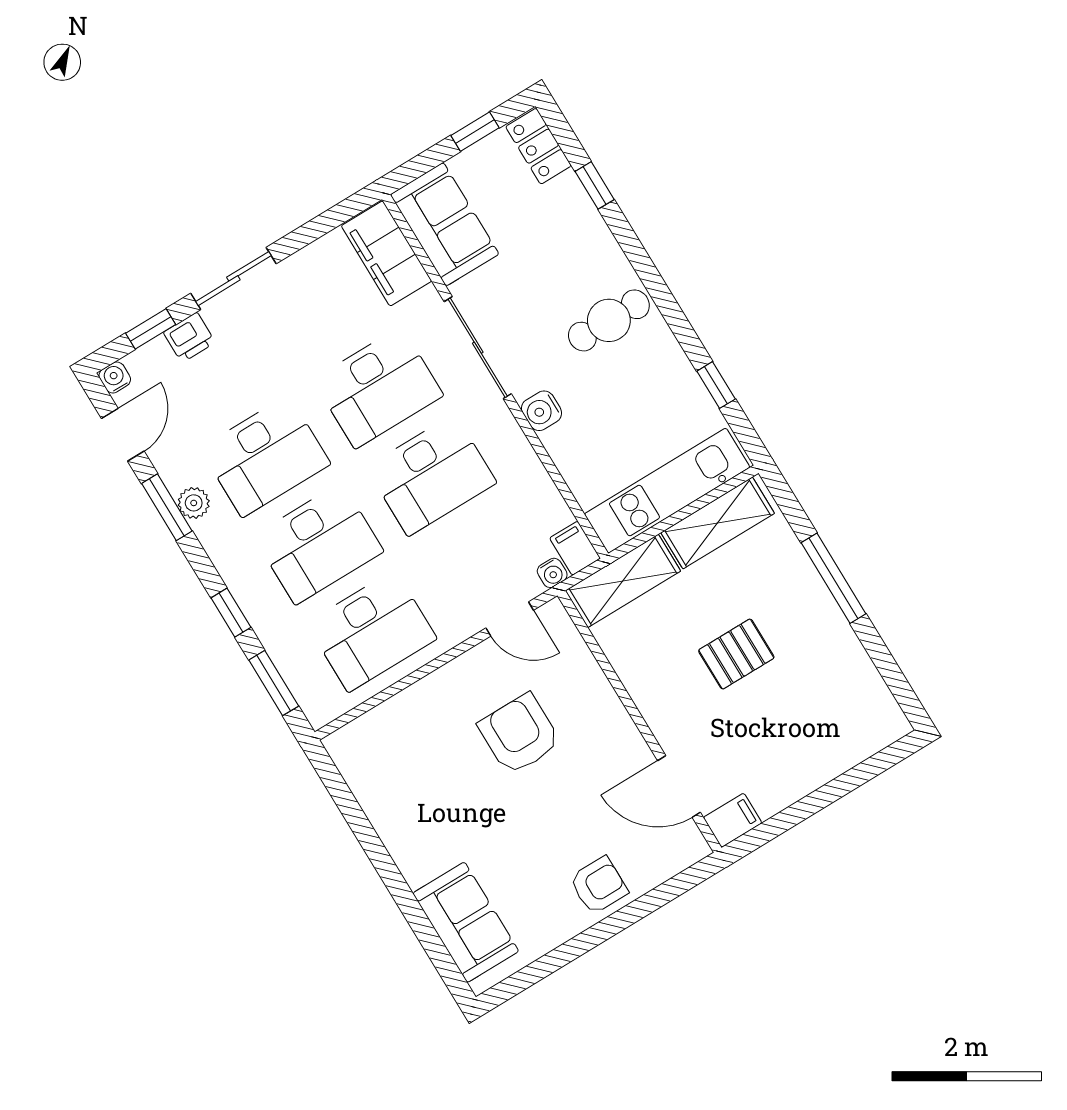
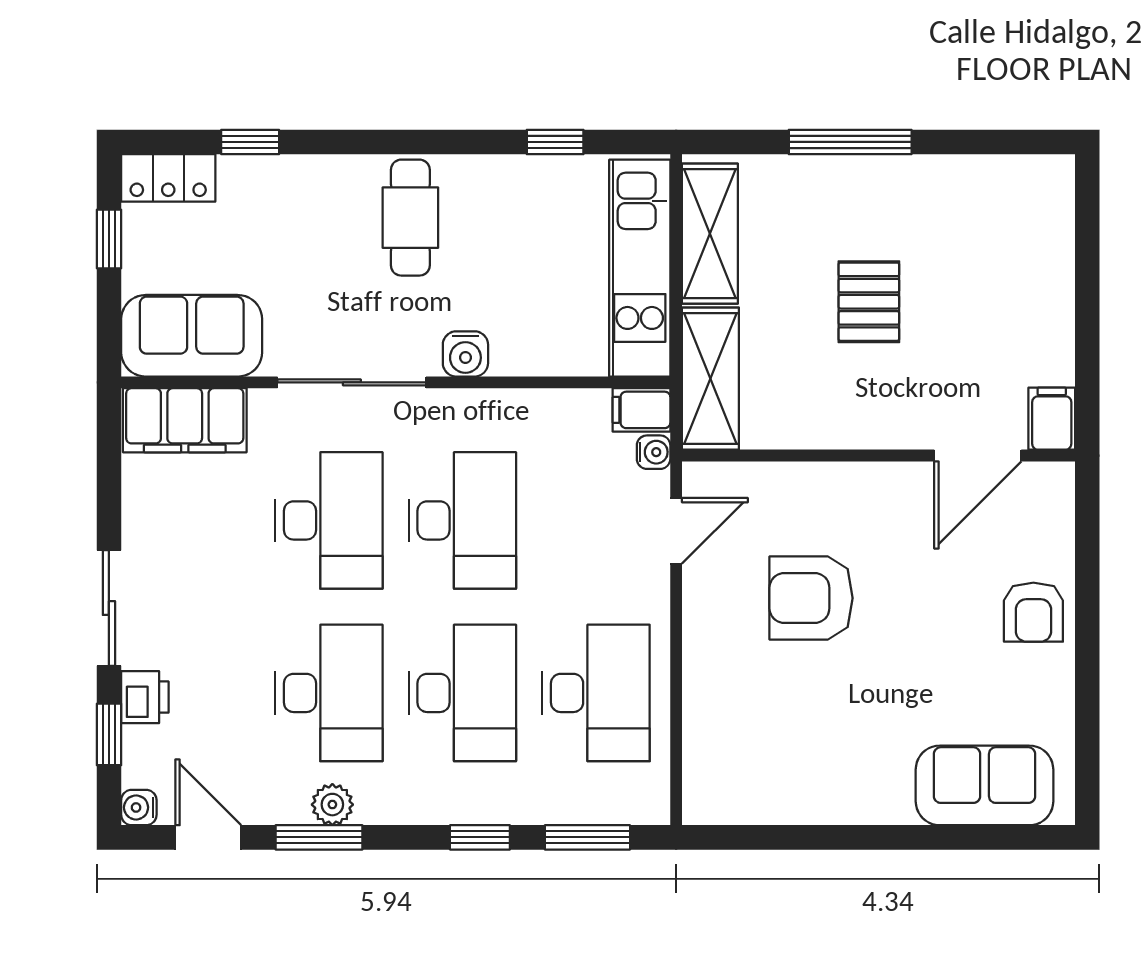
armchair: (599, 885) -> (1033, 612), turned 180

